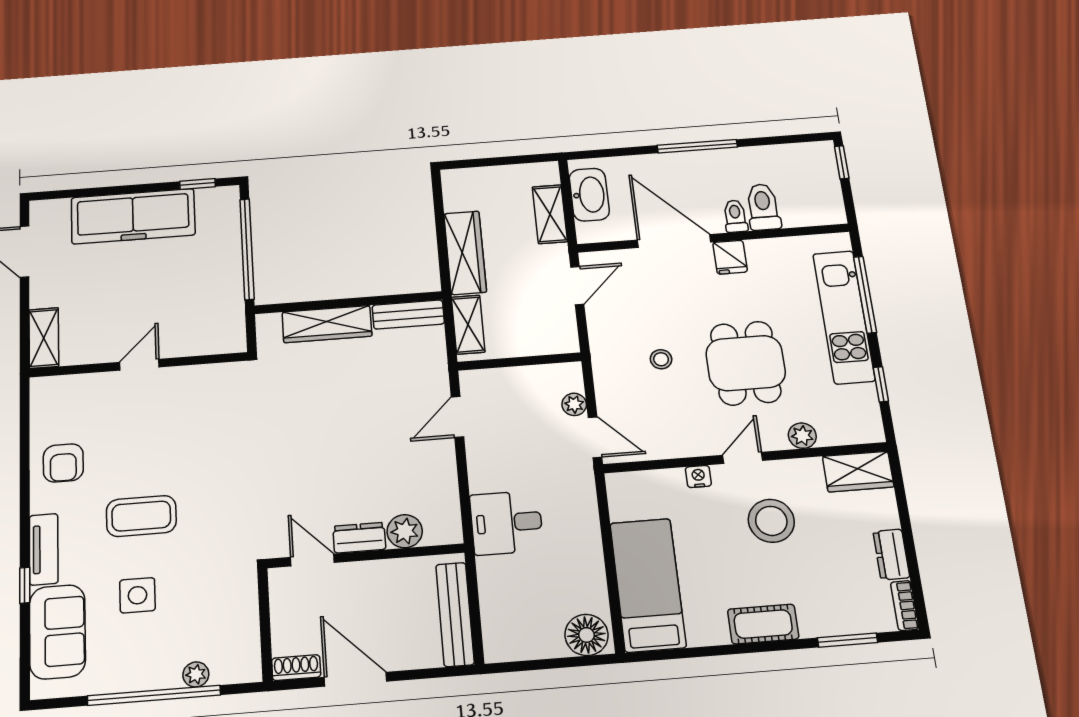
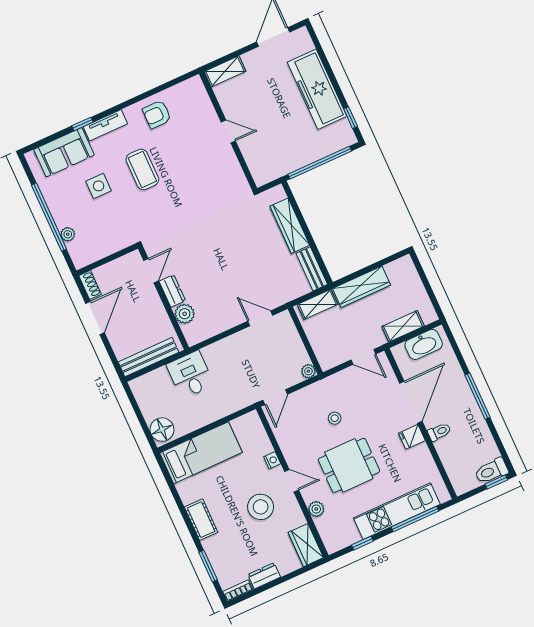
toilet: (763, 207) -> (491, 471), moved, turned 180
plant: (574, 404) -> (308, 371), moved
desk: (506, 523) -> (190, 375), moved

